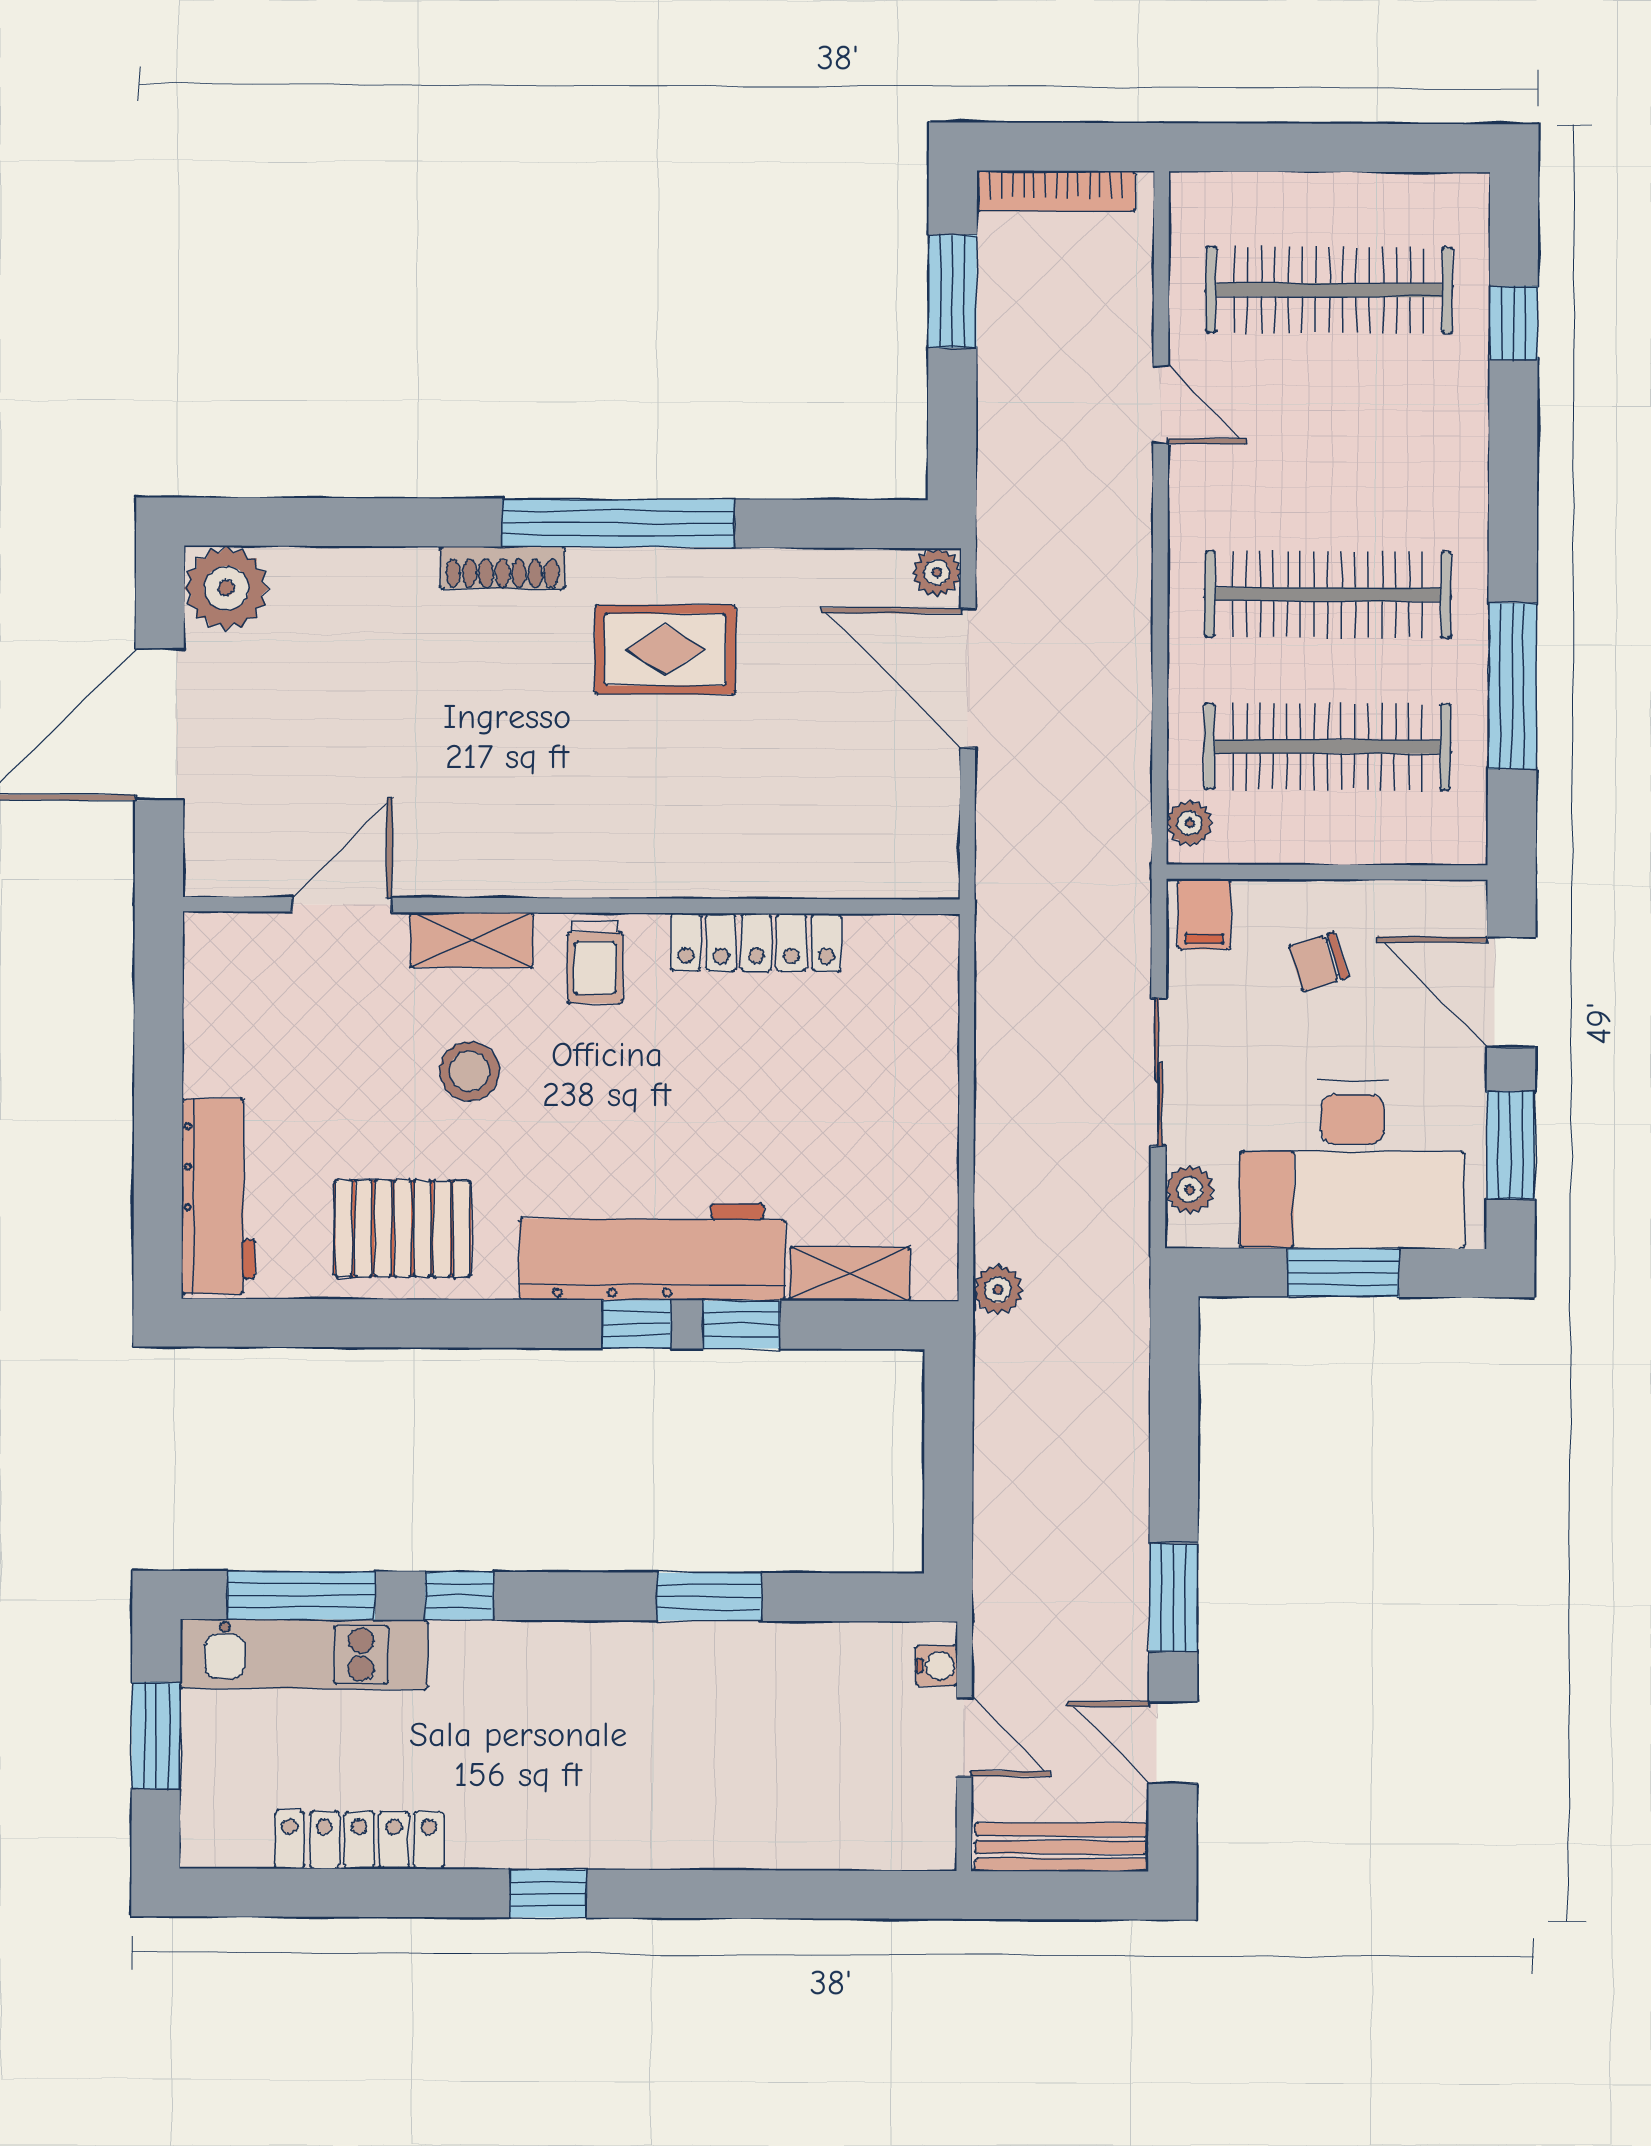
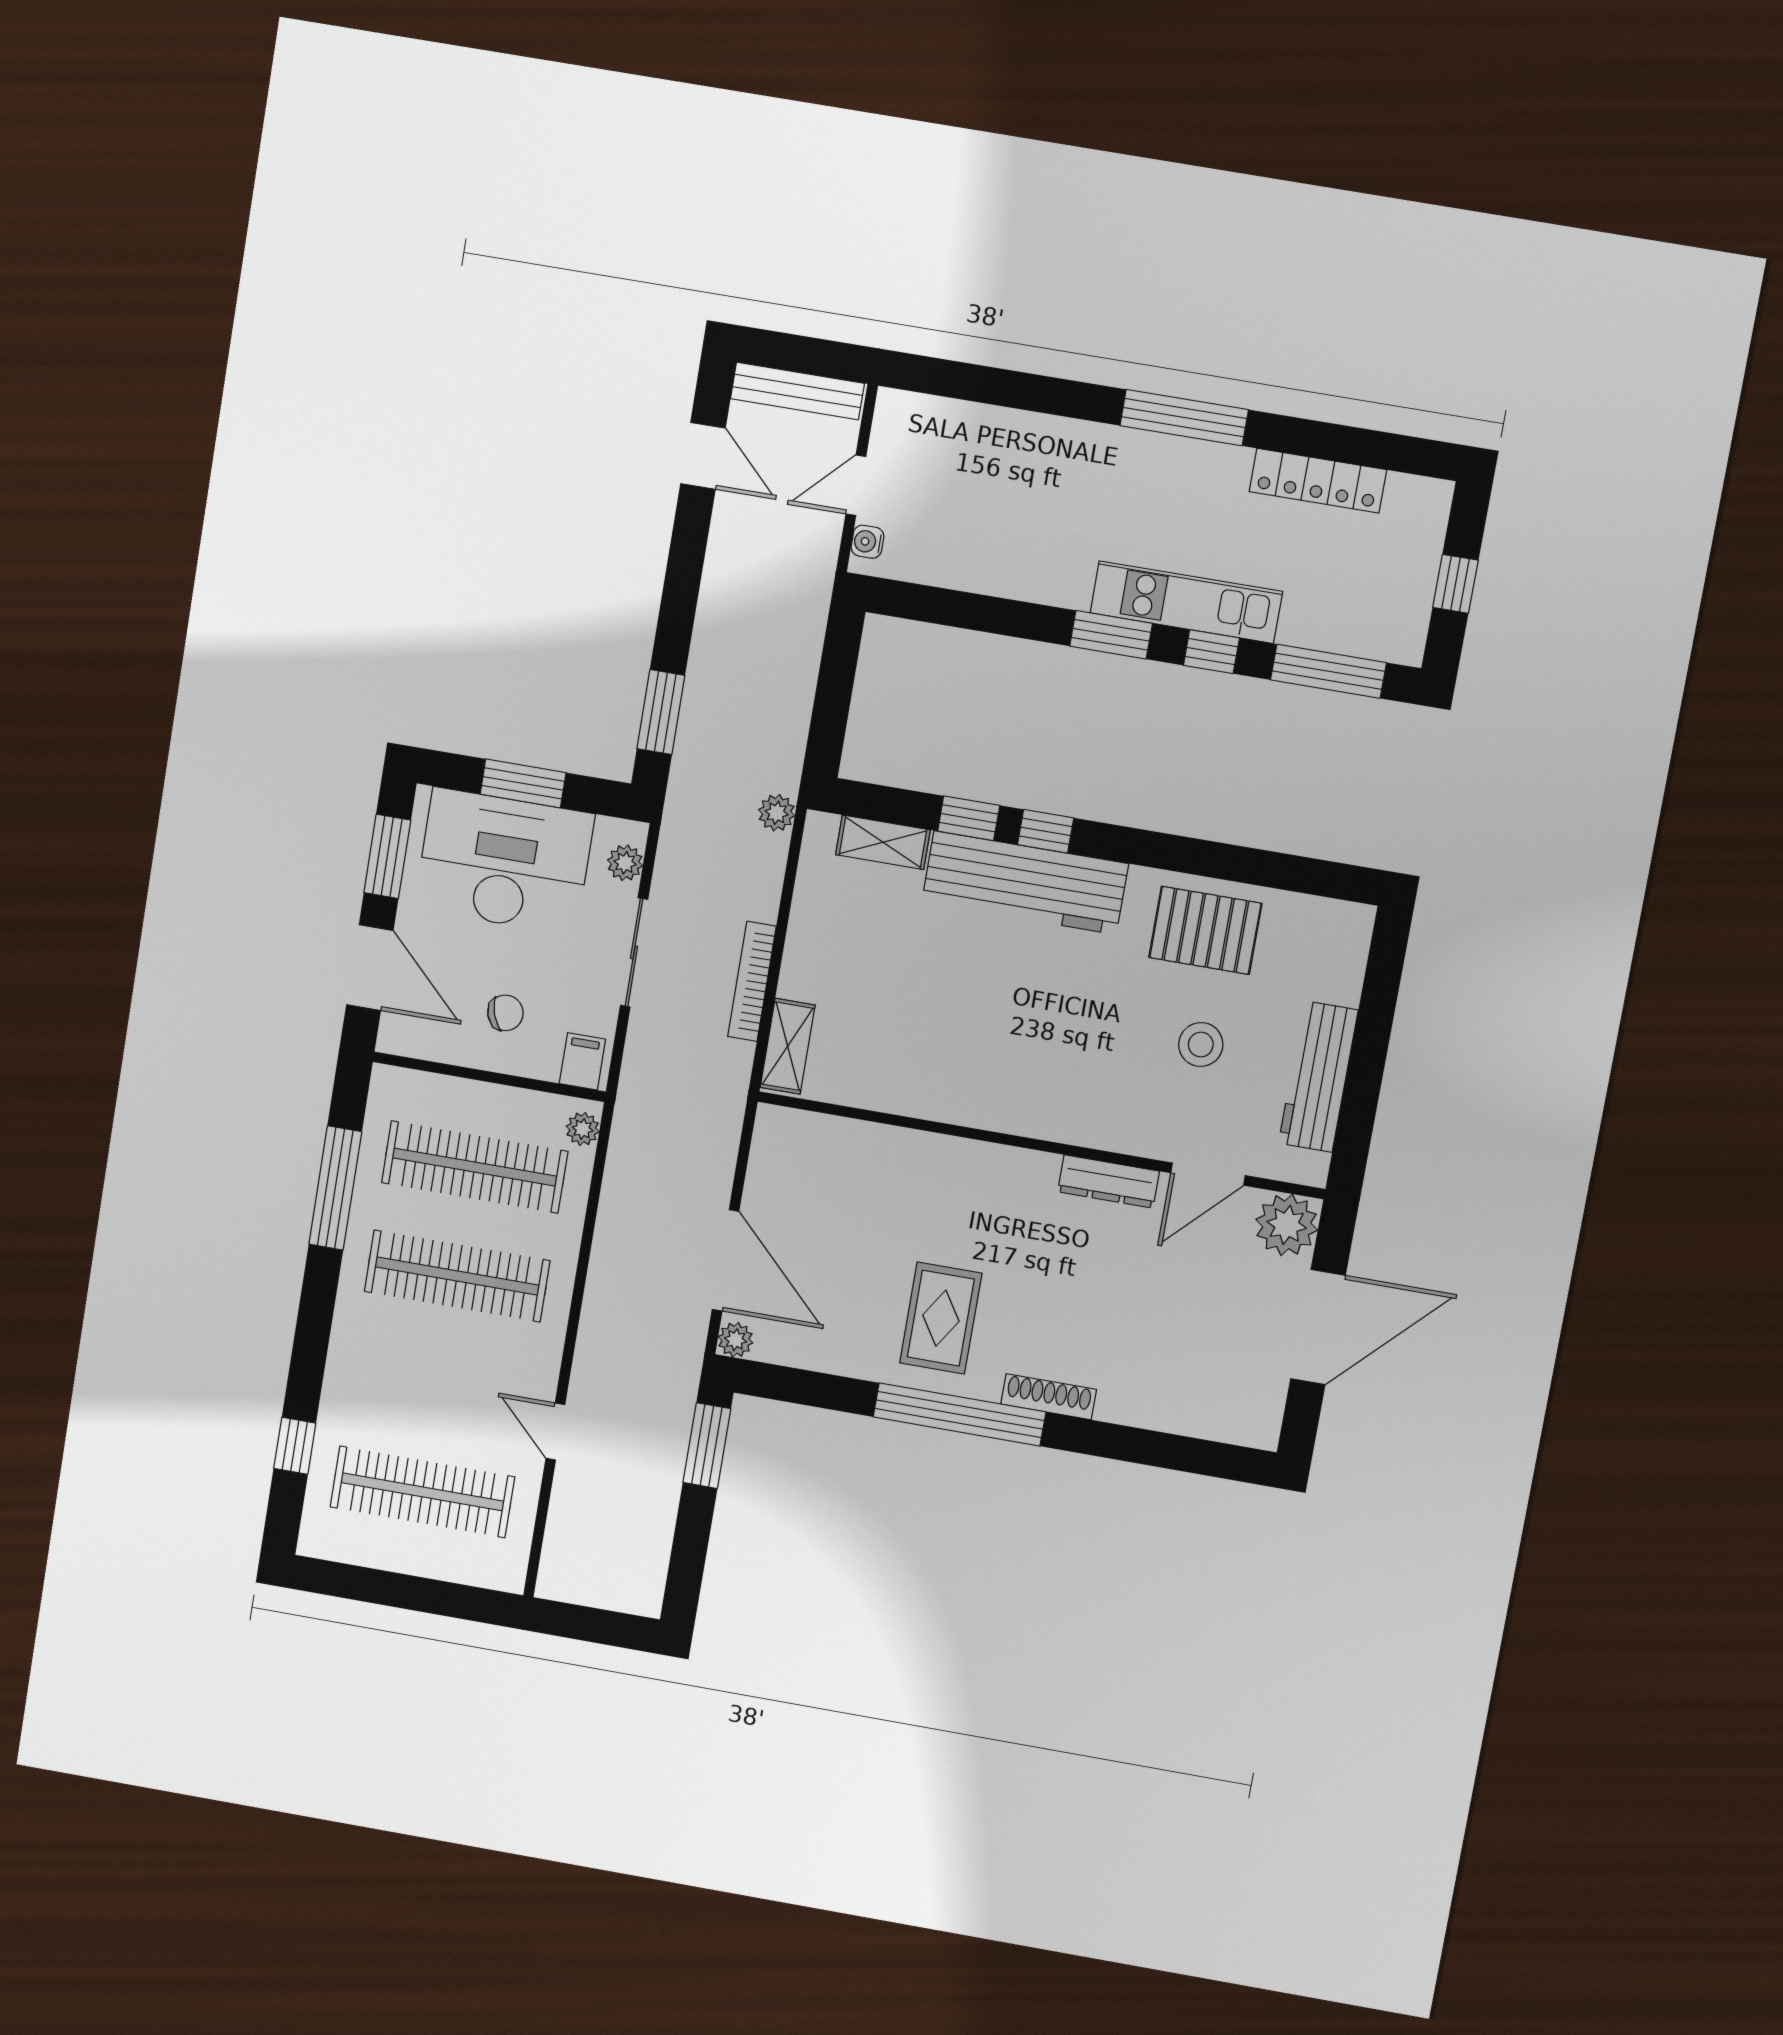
bookcase: (1056, 191) -> (752, 981), moved, turned -90
window: (952, 291) -> (707, 1446), moved
plant: (226, 588) -> (1287, 1225), moved
rug: (665, 650) -> (941, 1318), turned 90
dresser: (473, 872) -> (1108, 1181), added
shelving: (472, 940) -> (788, 1046), moved, turned 90
locker: (756, 942) -> (911, 1096), removed
trolley: (595, 962) -> (1030, 1101), removed
stool: (469, 1071) -> (1201, 1045), moved
workbench: (219, 1196) -> (1318, 1077), moved
window: (709, 1597) -> (1111, 635), moved
window: (1173, 1598) -> (661, 712), moved
kitchen unit: (304, 1654) -> (1186, 602), moved
window: (156, 1736) -> (1455, 584), width x0.67
door: (964, 1737) -> (856, 485), hinge flipped
window: (548, 1894) -> (1184, 418), width x2.17

